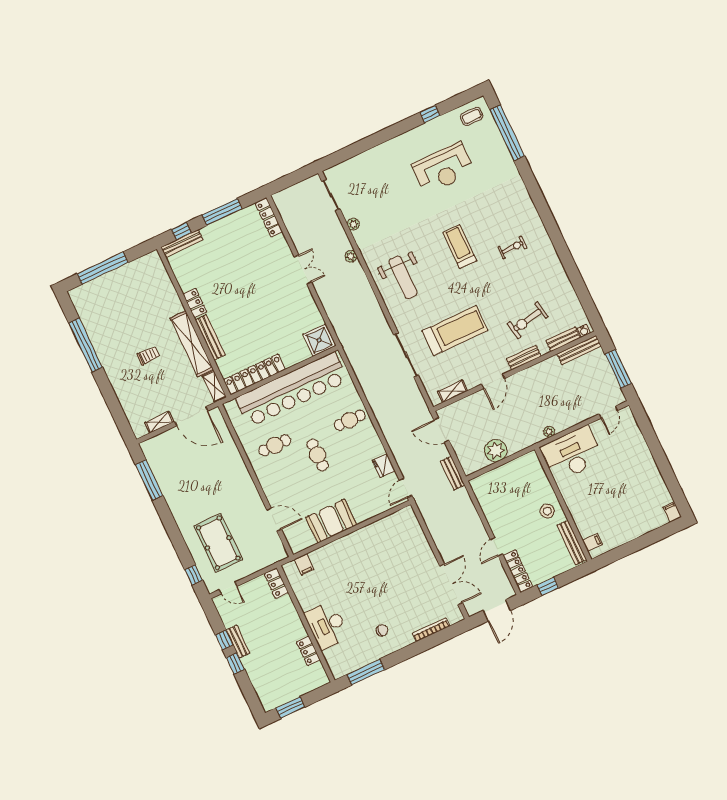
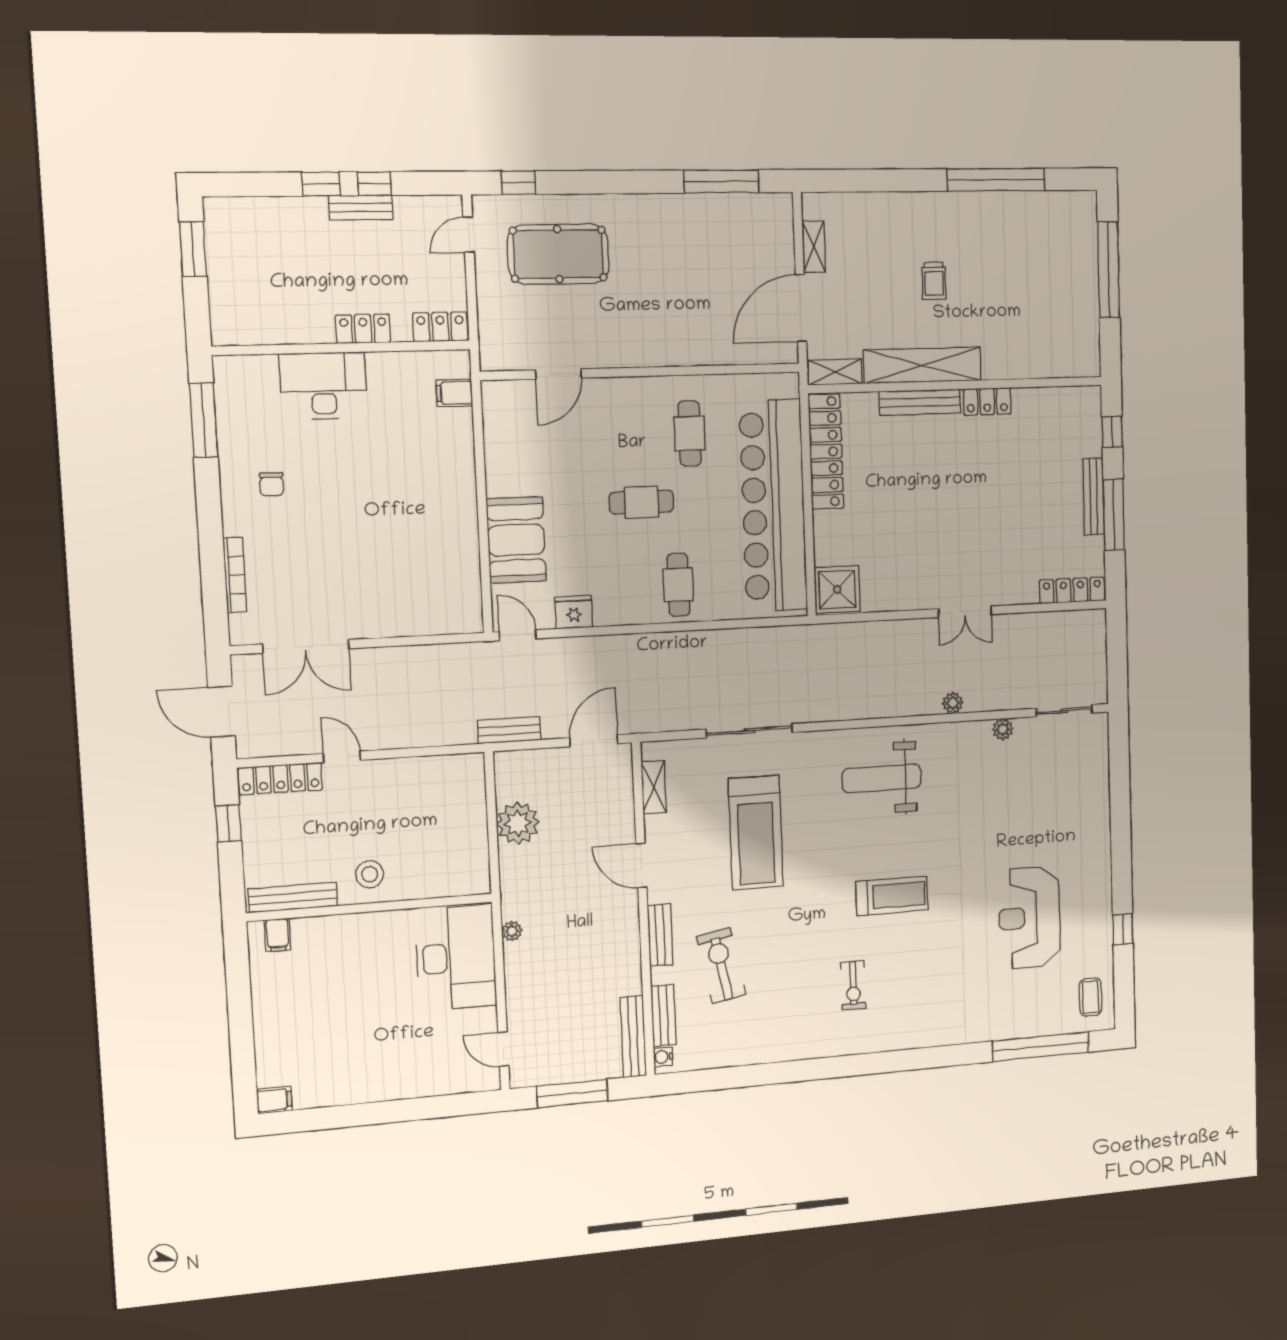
bench: (182, 243) -> (1094, 496), moved
booth: (331, 521) -> (516, 540), moved
locker: (308, 651) -> (363, 329), moved

